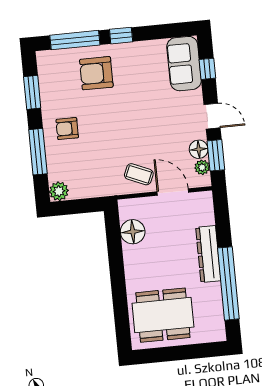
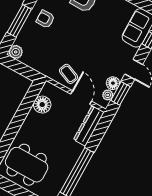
dresser: (208, 254) -> (89, 126), moved

